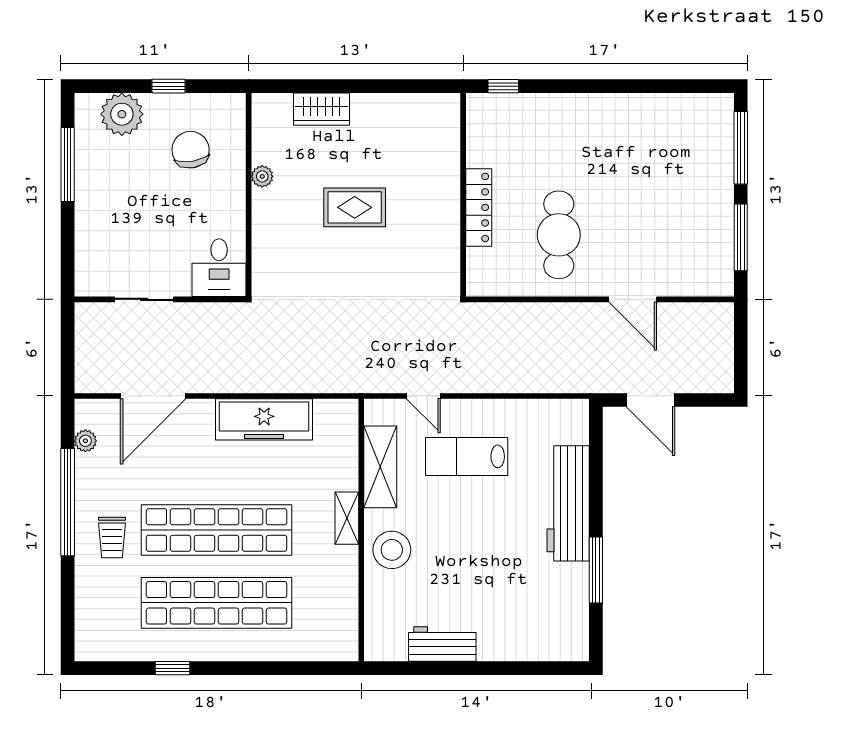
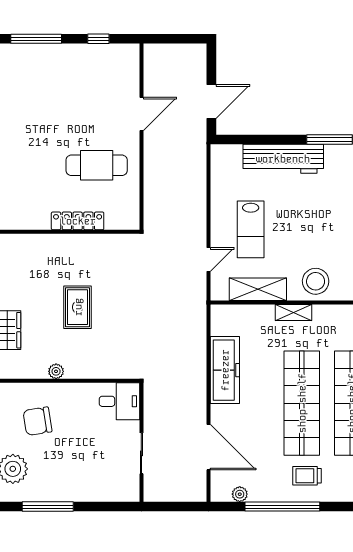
window: (741, 237) -> (98, 39), width x0.46
trolley: (112, 537) -> (307, 476), turned 180

